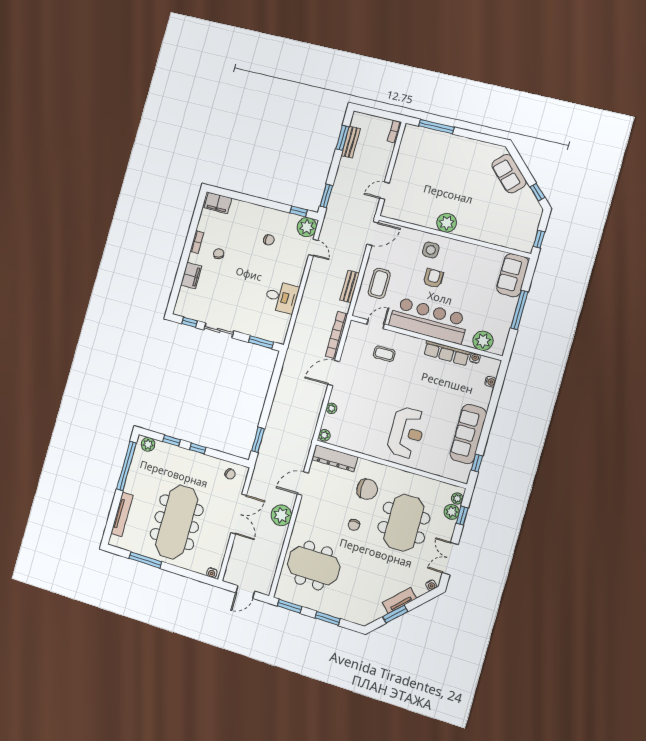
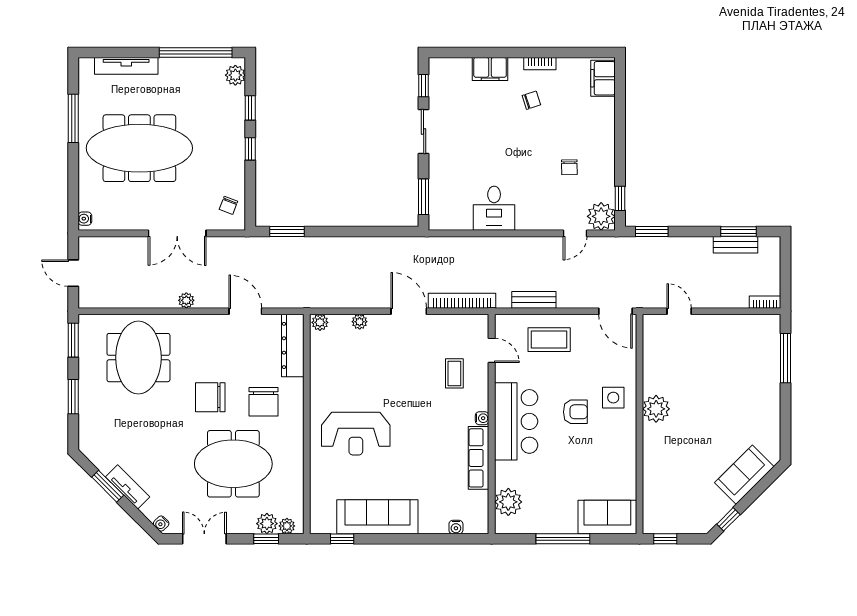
bar counter: (429, 321) -> (516, 421), width x0.73
water cooler: (475, 358) -> (482, 418), moved
plant: (281, 515) -> (186, 300), width x0.53, depth x0.53
chair: (354, 525) -> (210, 397), width x1.87, depth x1.87

